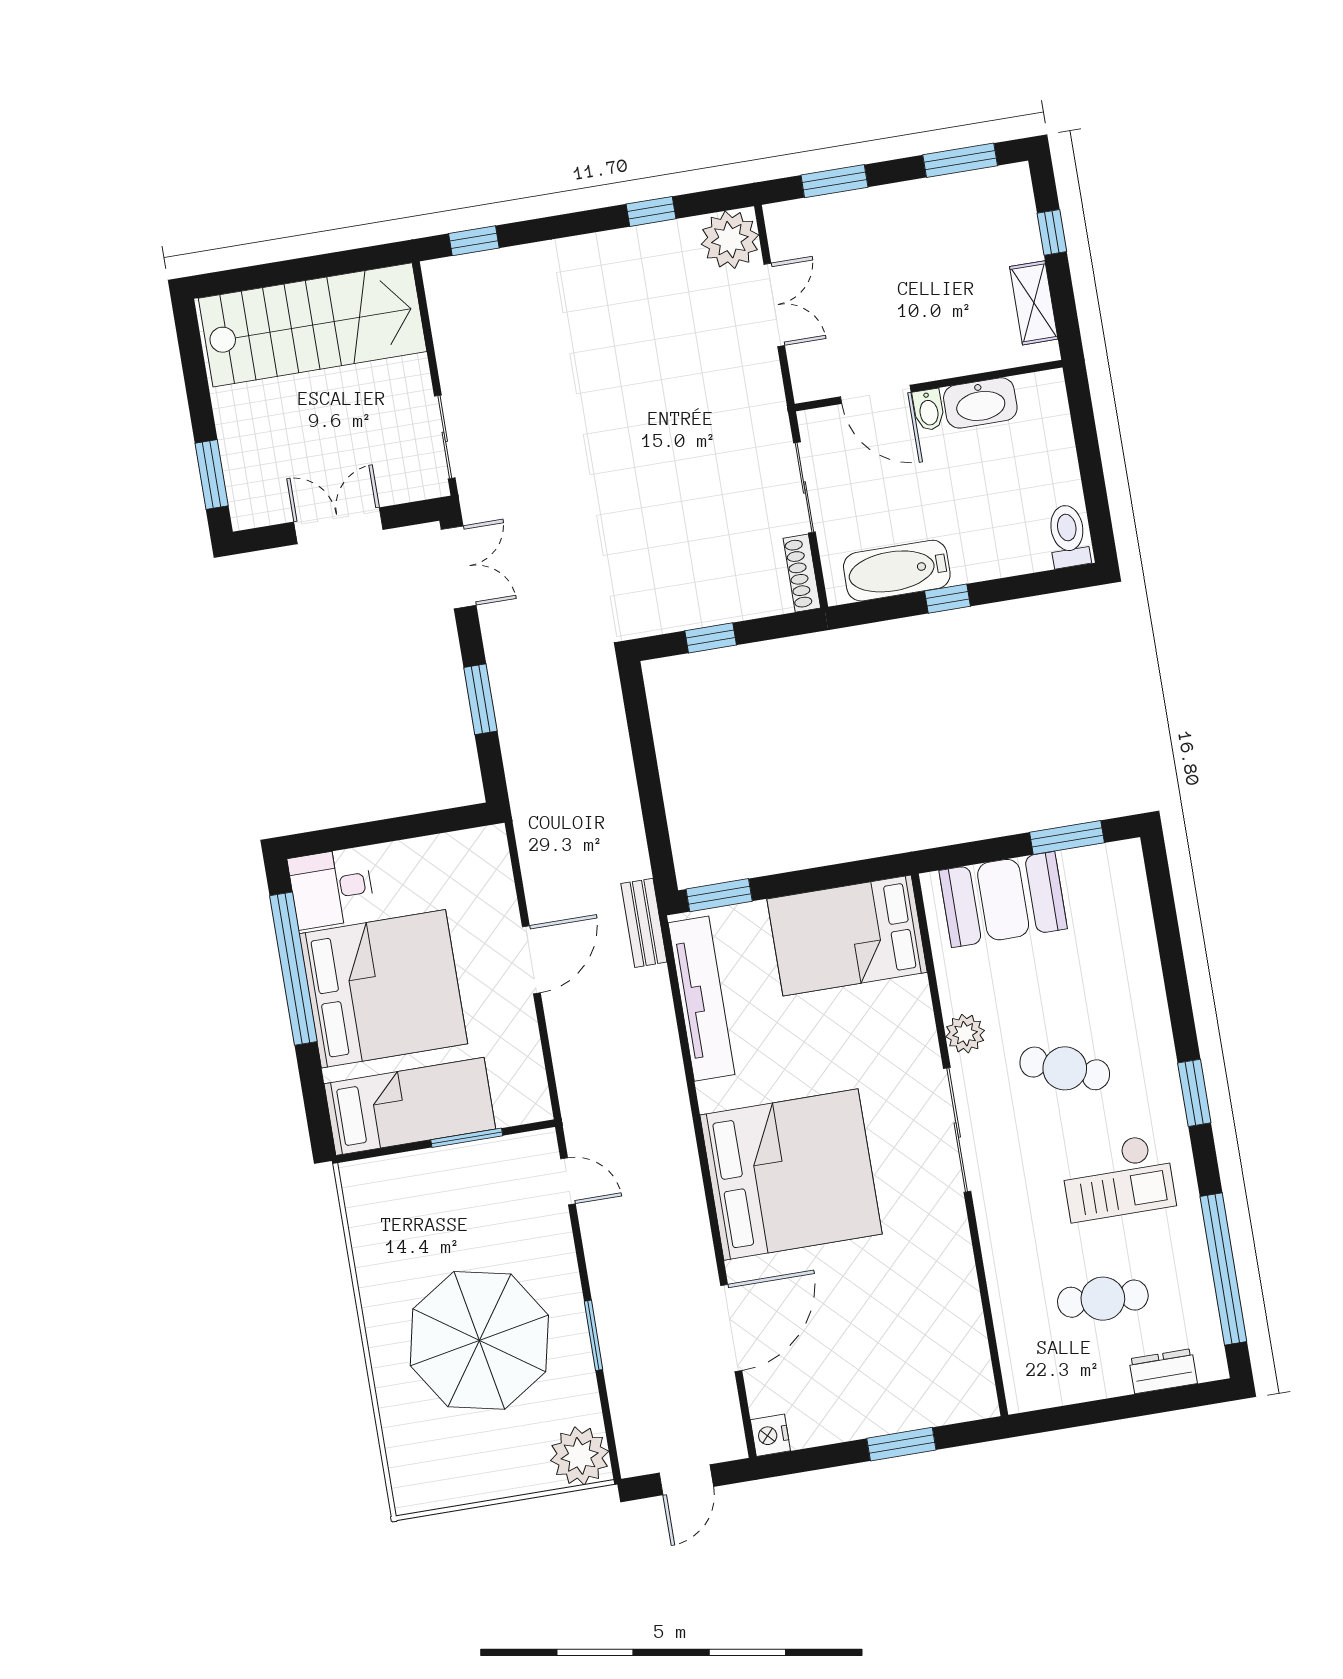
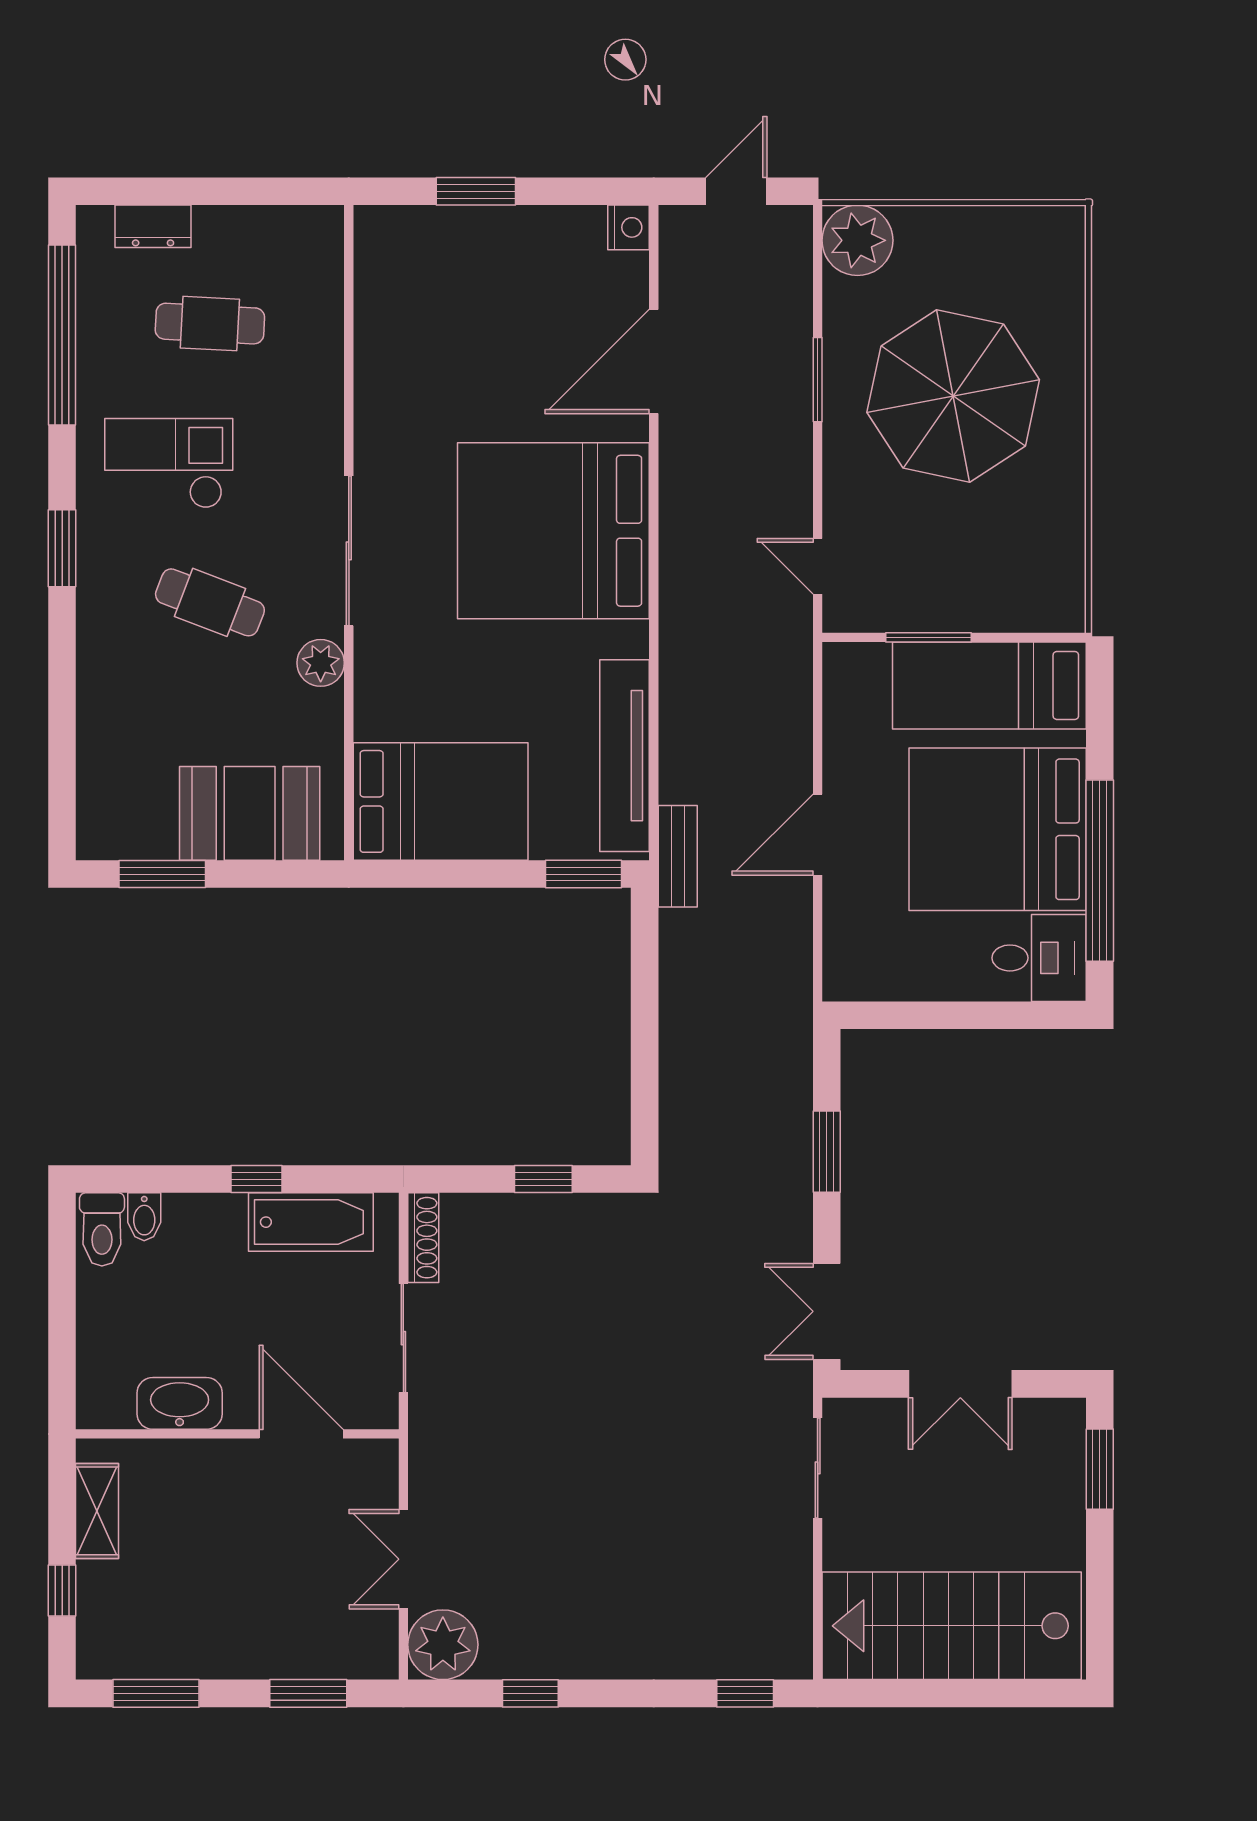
bidet: (929, 410) -> (144, 1217), moved, turned 180

